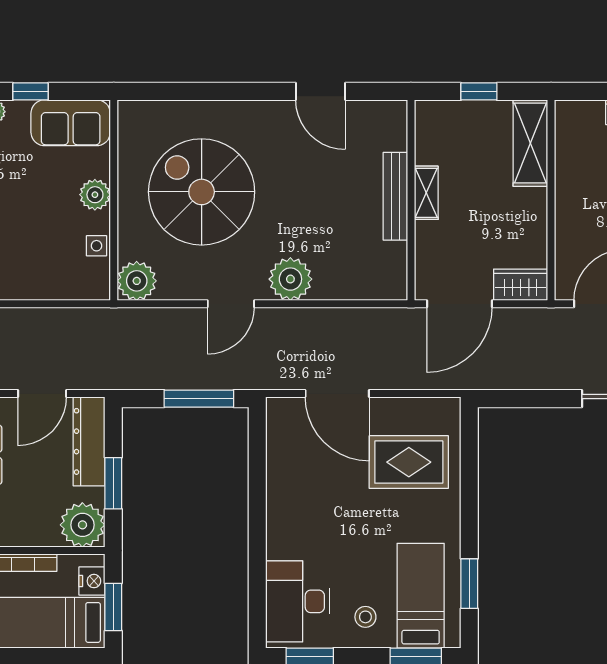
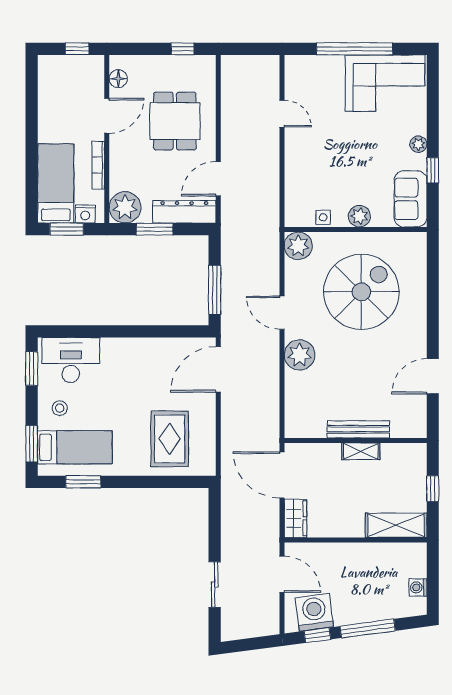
door: (42, 394) -> (218, 179), hinge flipped
door: (337, 394) -> (218, 369), moved

